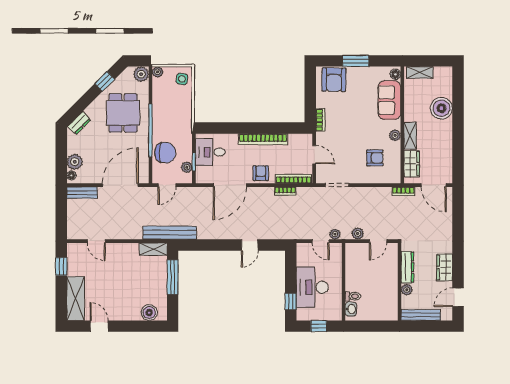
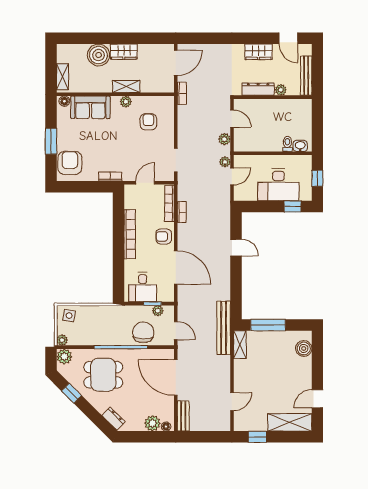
armchair: (334, 80) -> (70, 163), turned -91
wardrobe: (412, 164) -> (124, 52), moved, turned 180

